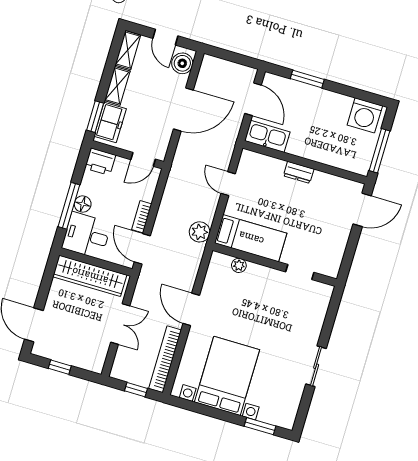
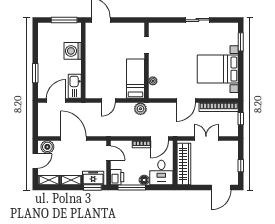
washing machine: (365, 115) -> (73, 51), moved, turned 180
dresser: (299, 172) -> (90, 62), removed
window: (69, 206) -> (132, 188), moved

